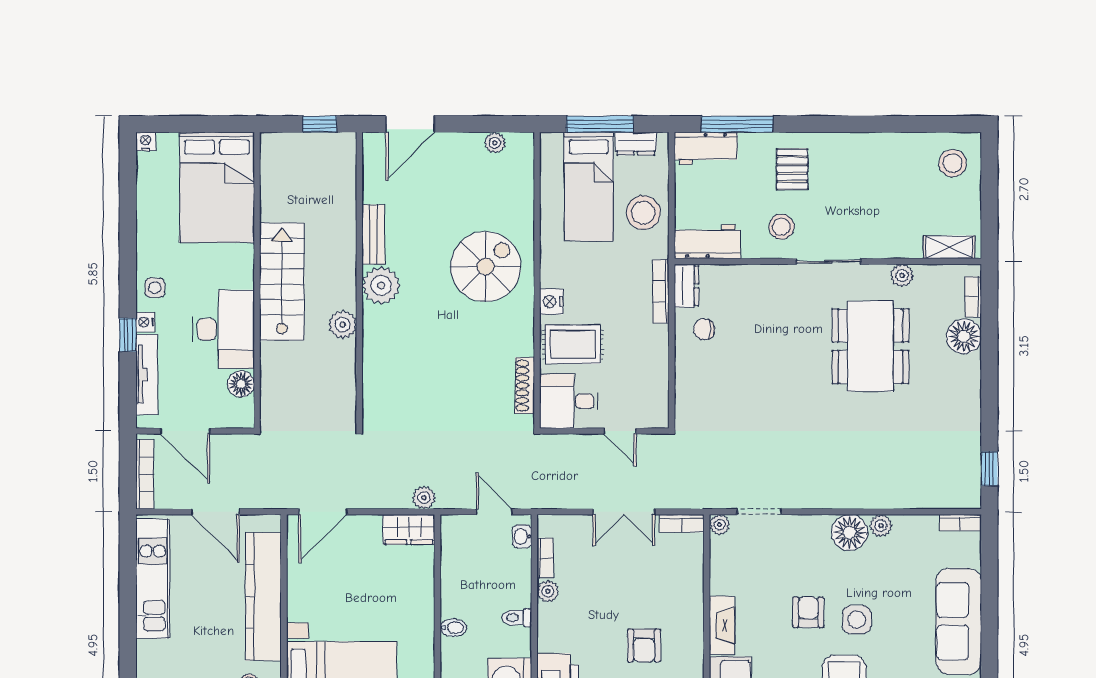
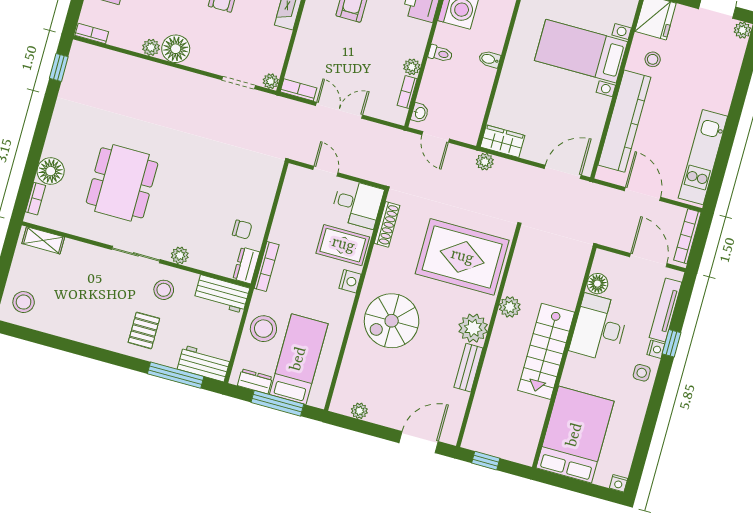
plant: (902, 275) -> (180, 255), moved
rug: (419, 371) -> (462, 257), added

